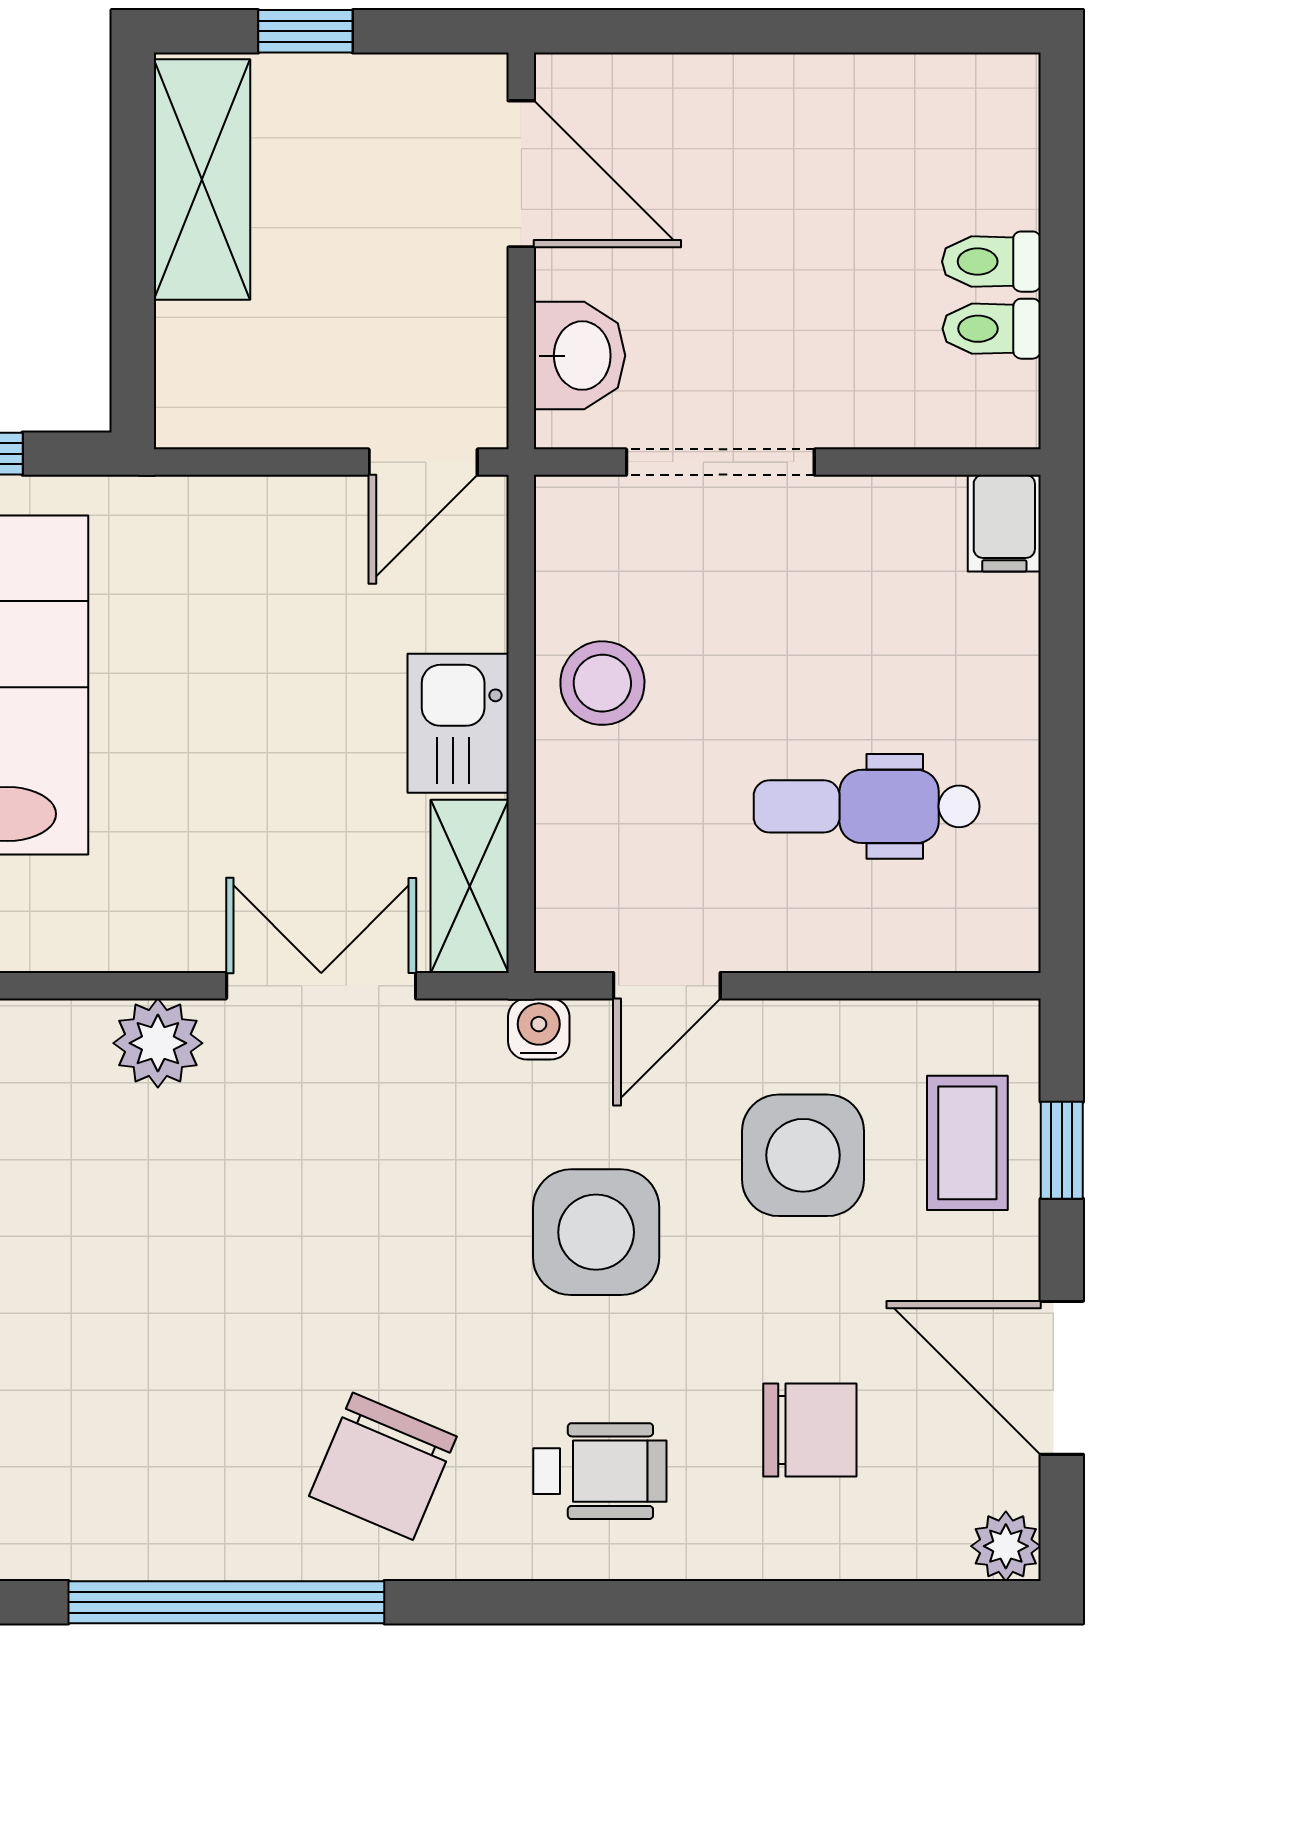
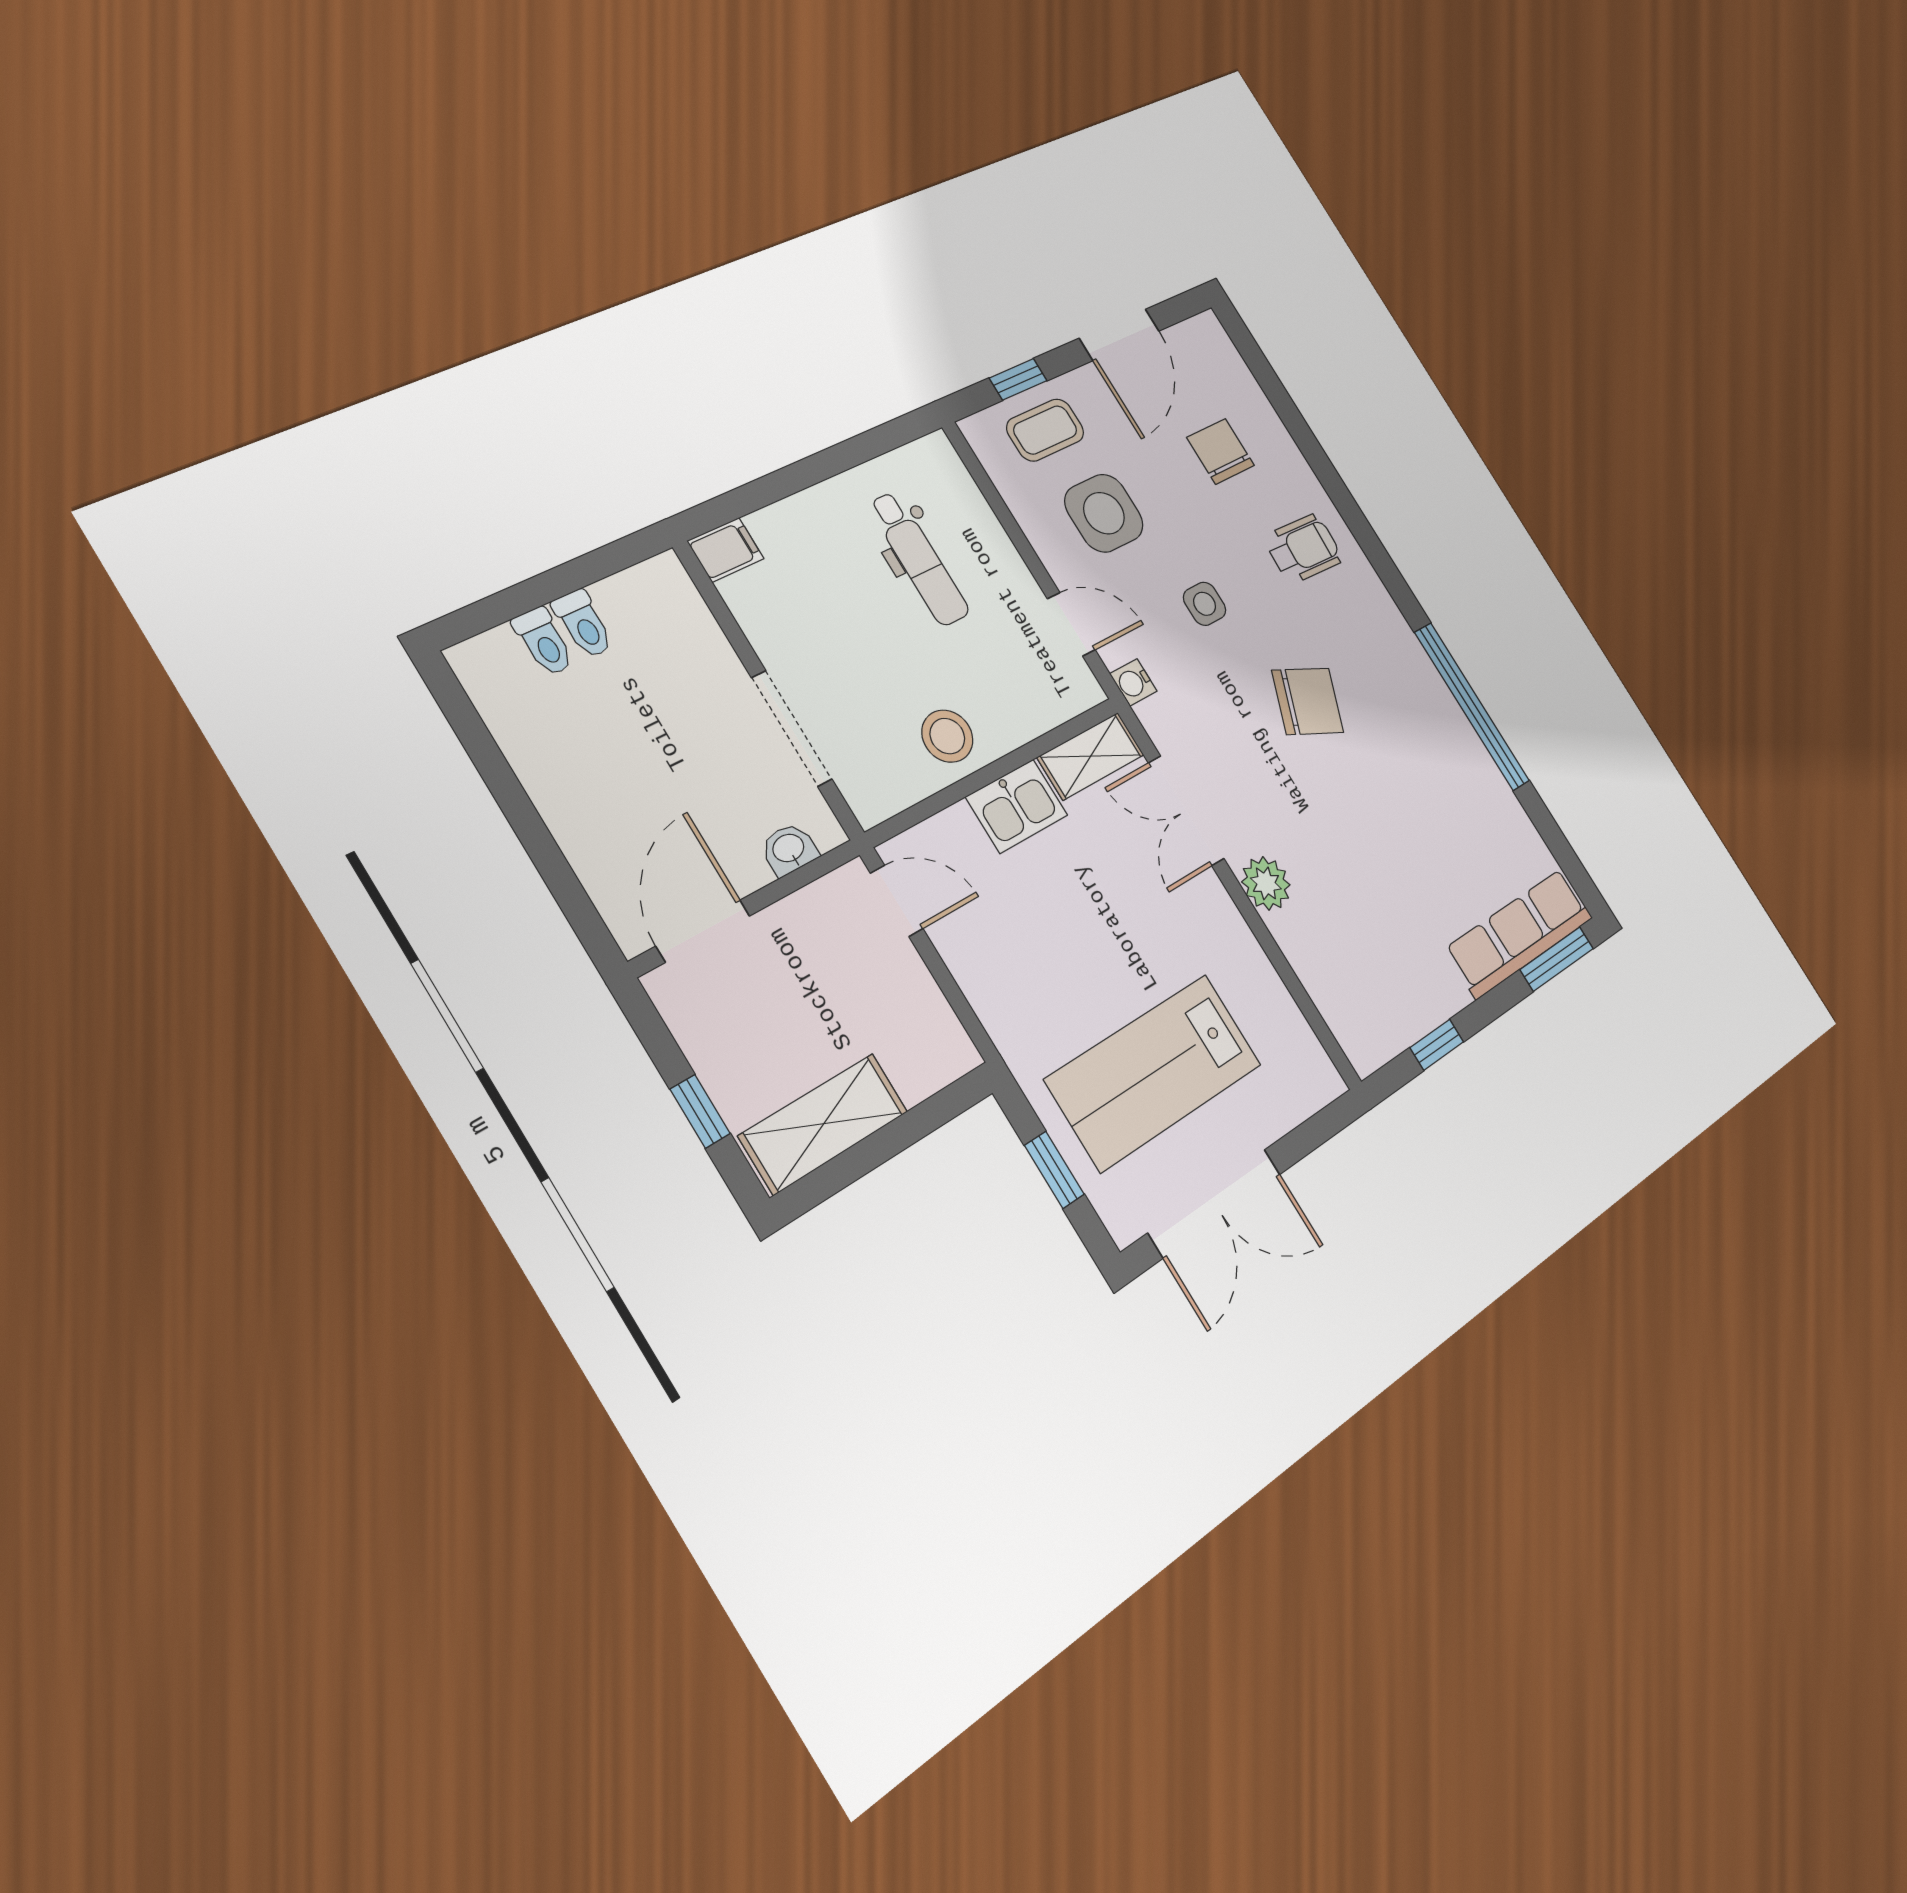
toilet: (992, 329) -> (544, 642), moved
washbasin: (579, 356) -> (789, 849), width x0.72, depth x0.69
side table: (596, 1232) -> (1205, 604), width x0.54, depth x0.54
chair: (383, 1466) -> (1308, 701), moved
wheelchair: (600, 1471) -> (1303, 549), turned 93
plant: (1006, 1546) -> (1208, 331), removed

